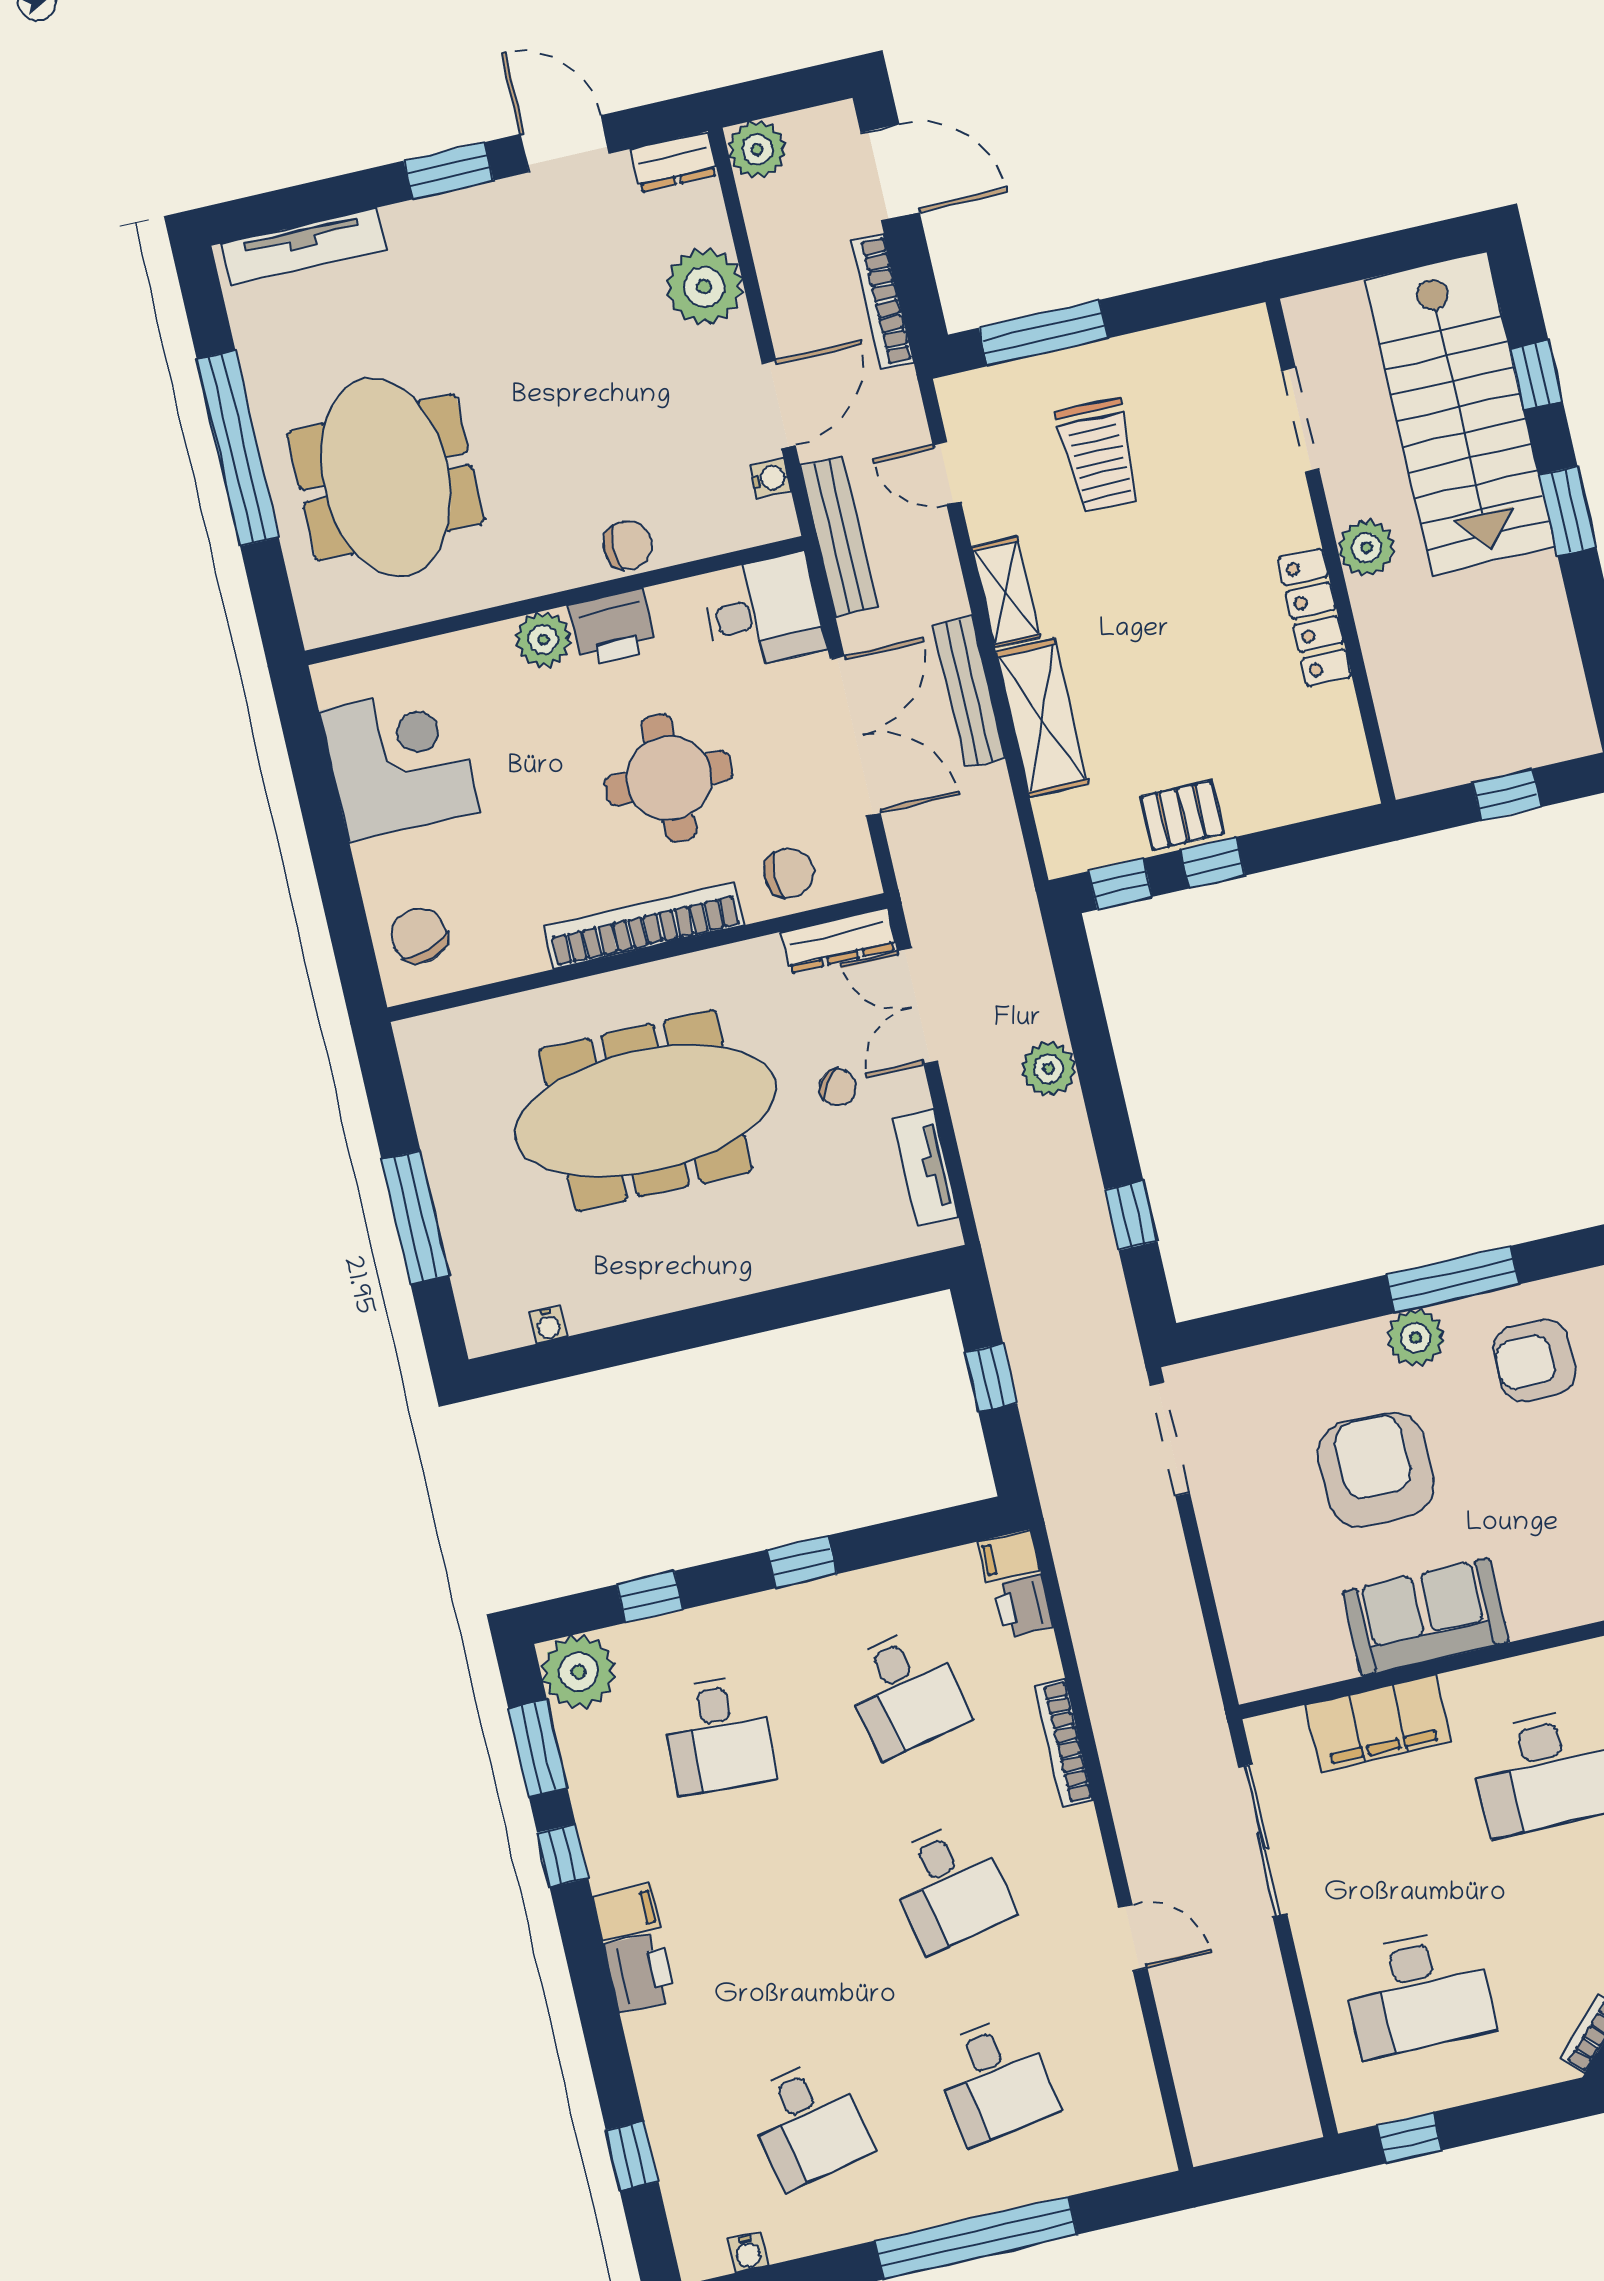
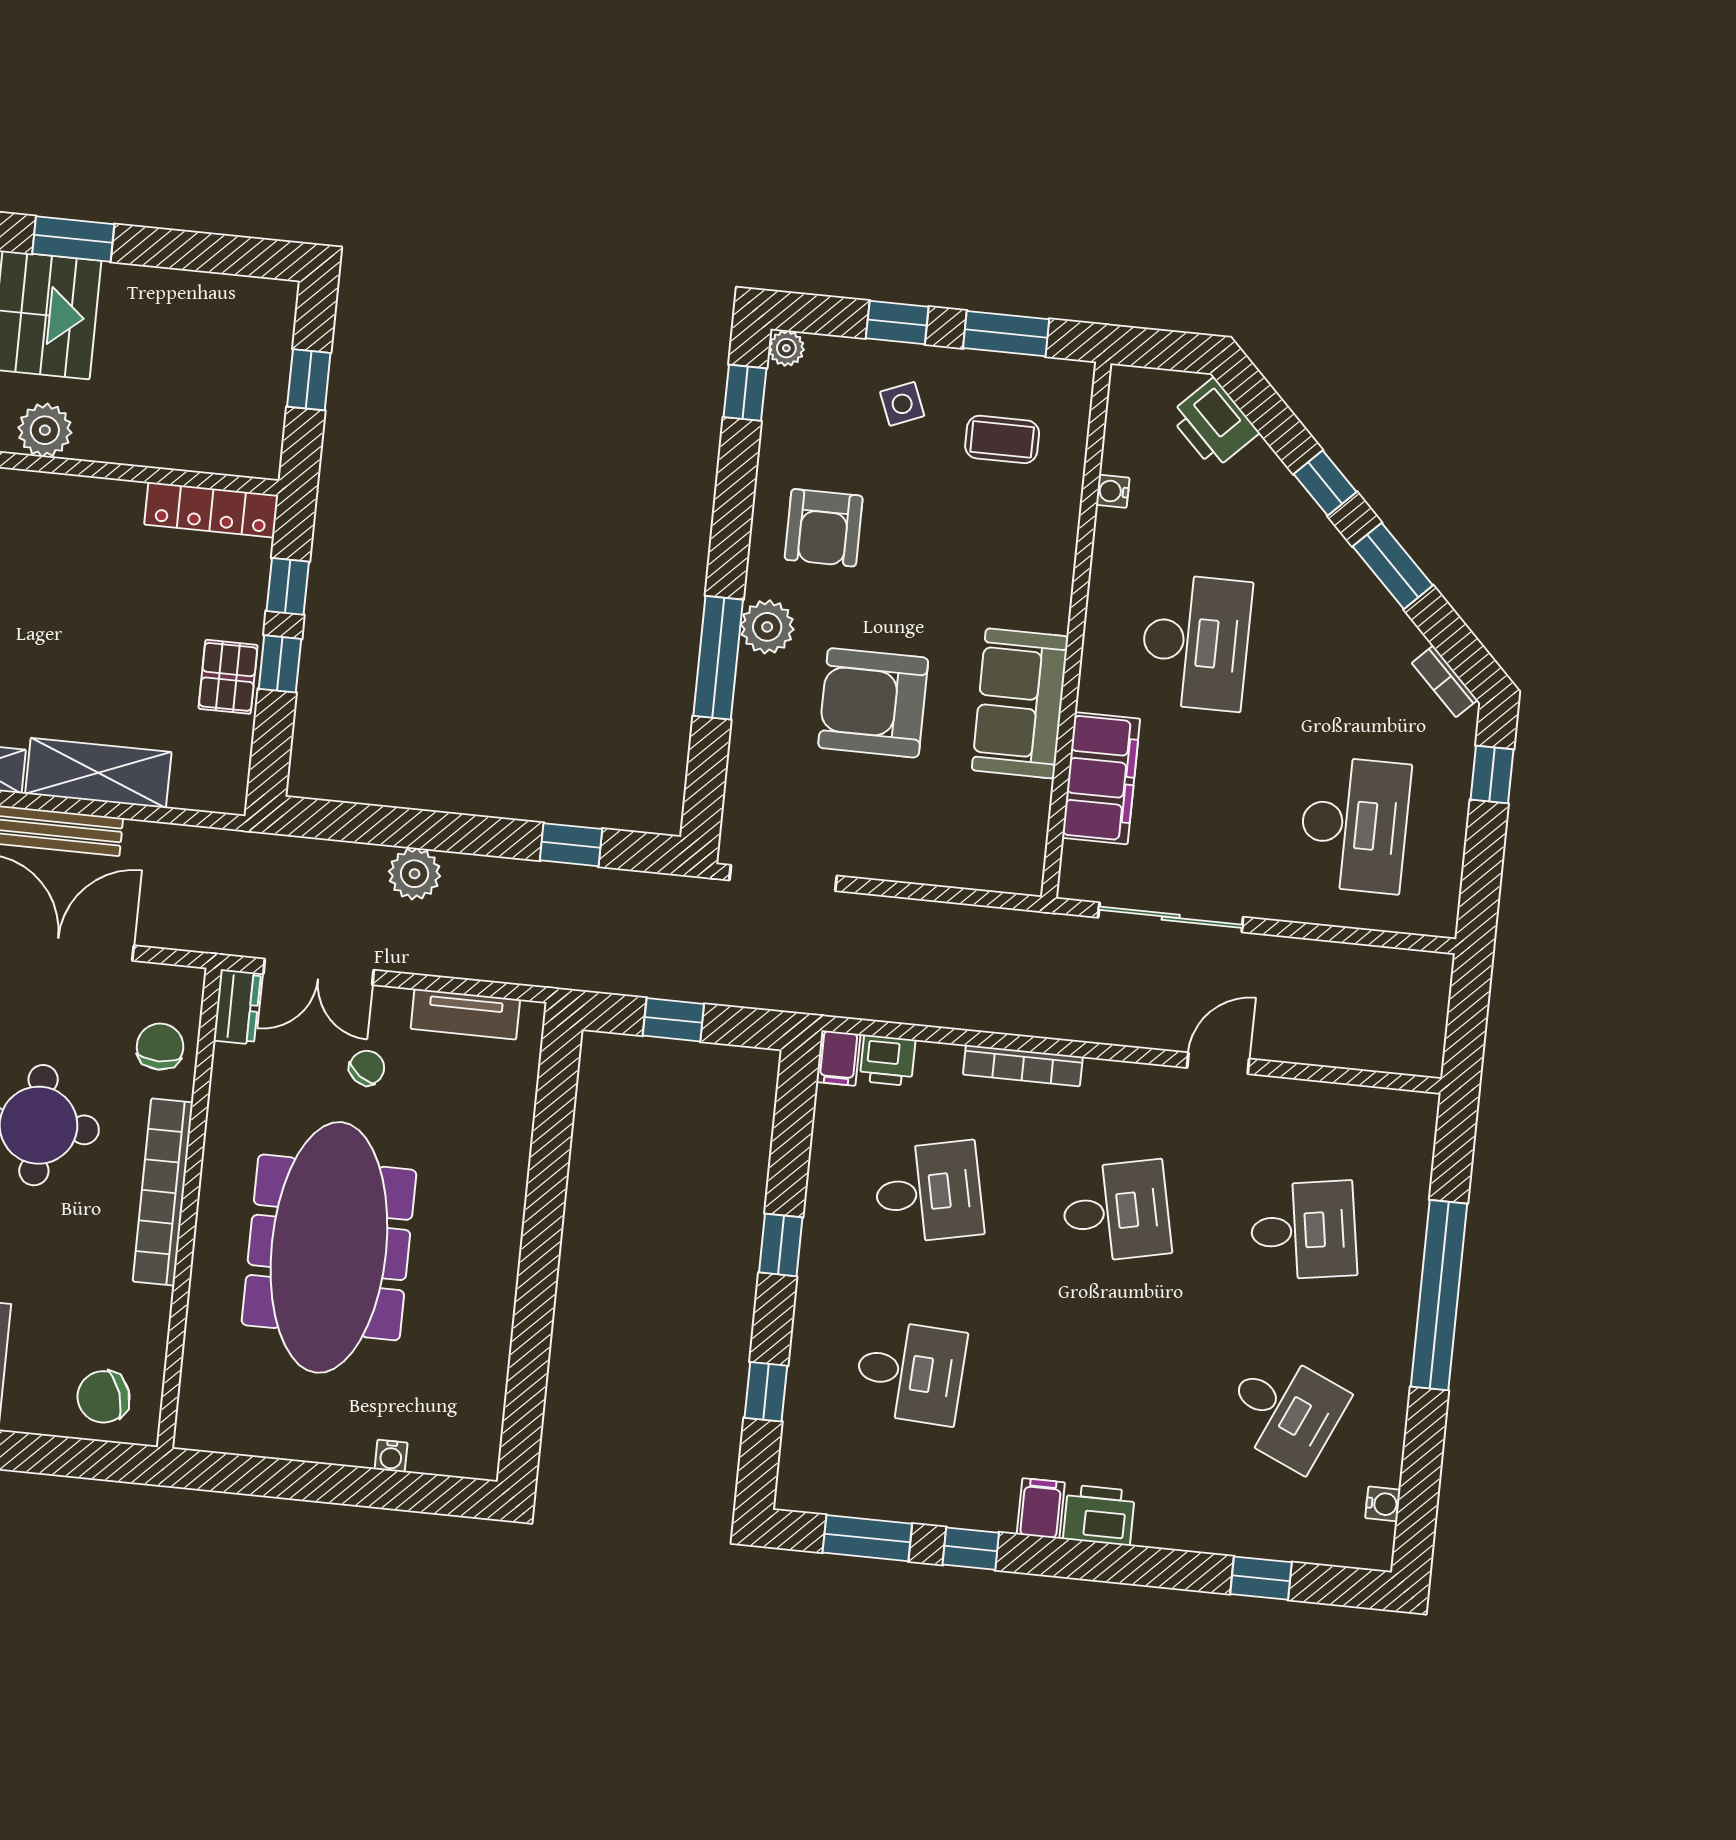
locker: (1315, 617) -> (211, 510), moved
window: (1120, 884) -> (288, 586), moved
dresser: (839, 940) -> (237, 1007), width x0.70
window: (415, 1218) -> (355, 1486), removed
window: (1453, 1280) -> (718, 658), moved
water cooler: (548, 1325) -> (391, 1456), moved, turned 90
plant: (579, 1672) -> (811, 1478), removed
desk: (808, 2123) -> (1285, 1410), turned 36
window: (1409, 2138) -> (1492, 774), moved

